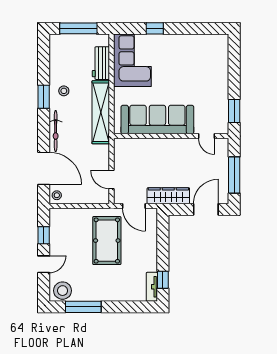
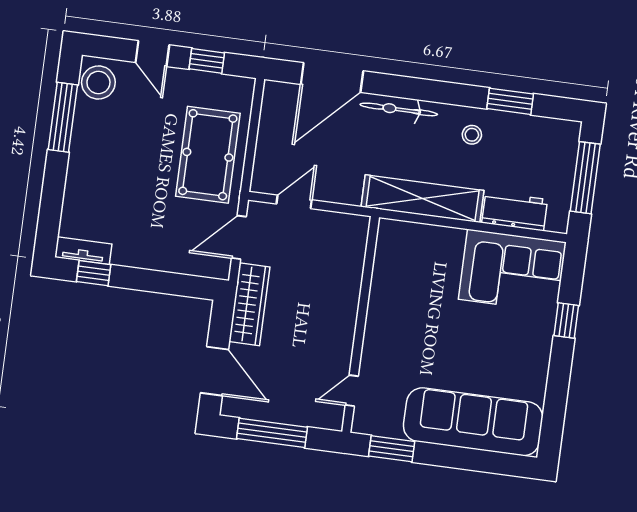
window: (44, 97) -> (510, 101), moved
sofa: (157, 120) -> (473, 422), moved, turned -90
stool: (57, 195) -> (278, 96), removed
pool table: (107, 241) -> (208, 155), moved, turned 90

